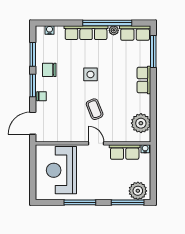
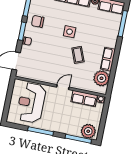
row of seats: (144, 80) -> (108, 59), moved
coffee table: (95, 109) -> (78, 55), moved
door: (96, 143) -> (63, 87), hinge flipped

